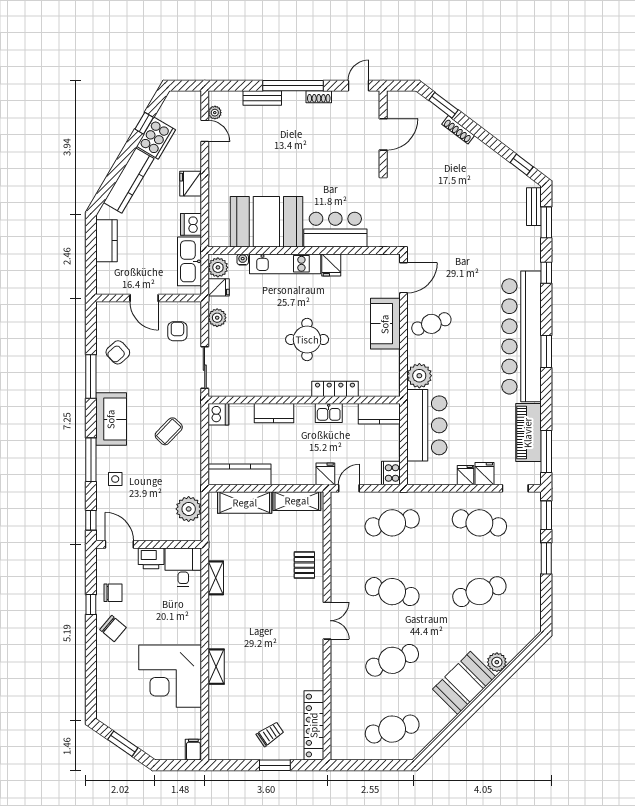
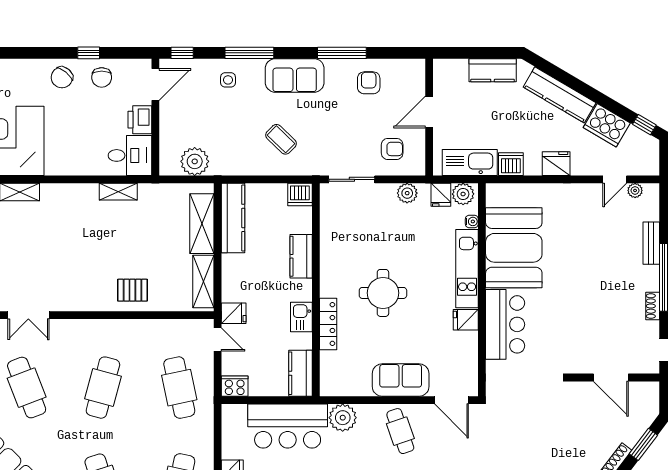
window: (144, 123) -> (644, 125), moved
armchair: (118, 352) -> (369, 83), turned 42
double door: (327, 621) -> (28, 315), moved

